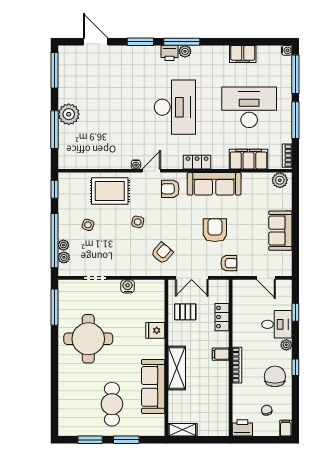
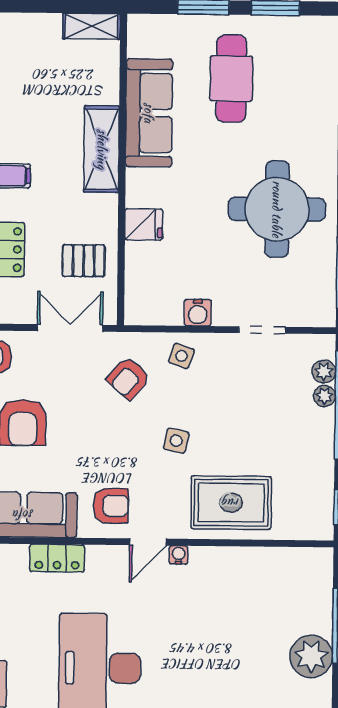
side table: (88, 225) -> (181, 356), moved

